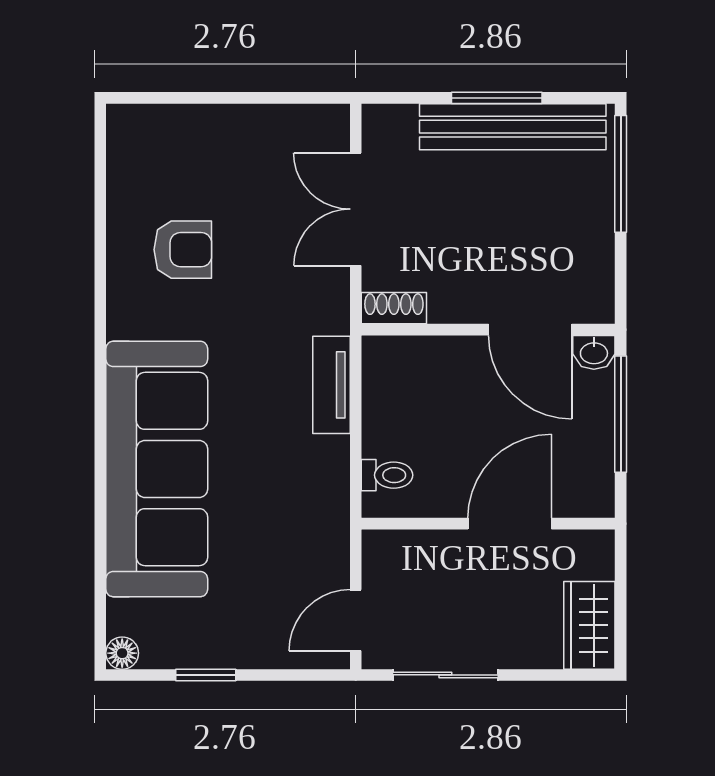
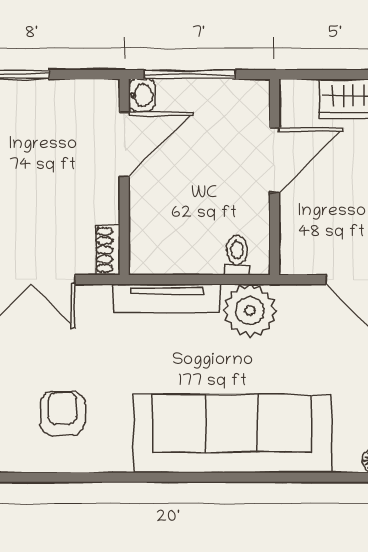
tv unit: (331, 385) -> (167, 298), width x1.41
plant: (316, 492) -> (250, 310), added
door: (510, 524) -> (275, 160), swing flipped

